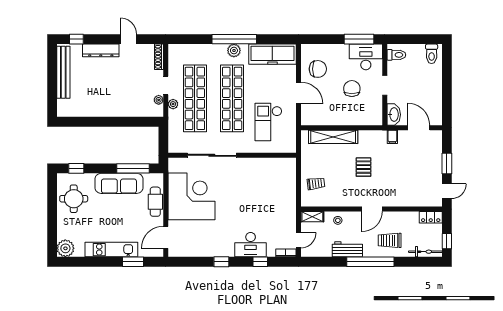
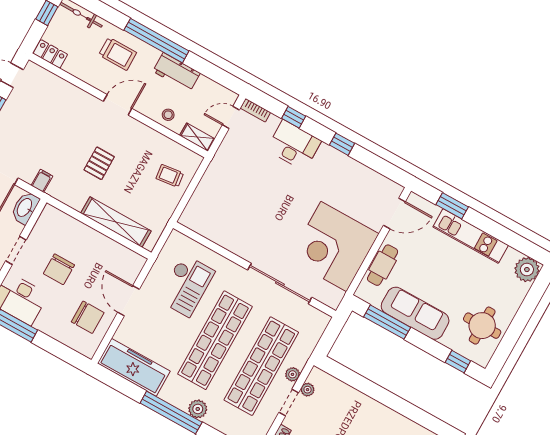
plant: (234, 51) -> (198, 409), moved
chair: (318, 69) -> (88, 317), turned 180

